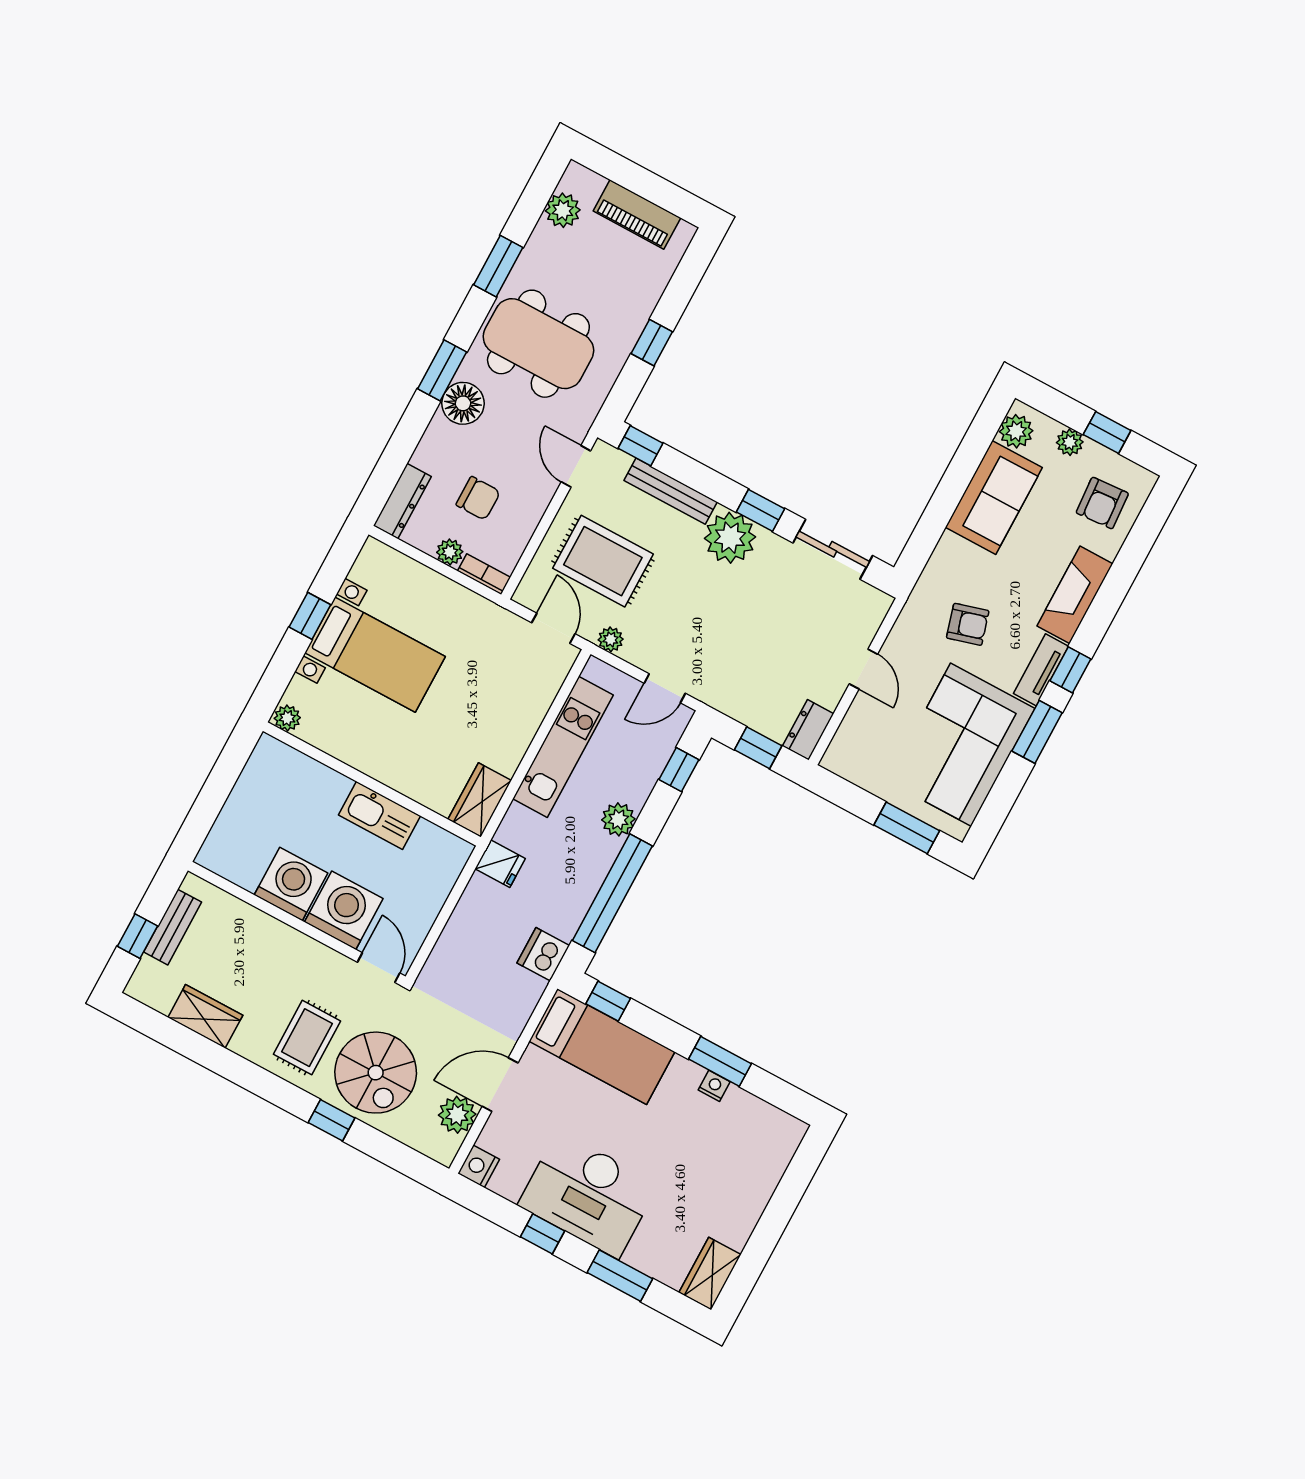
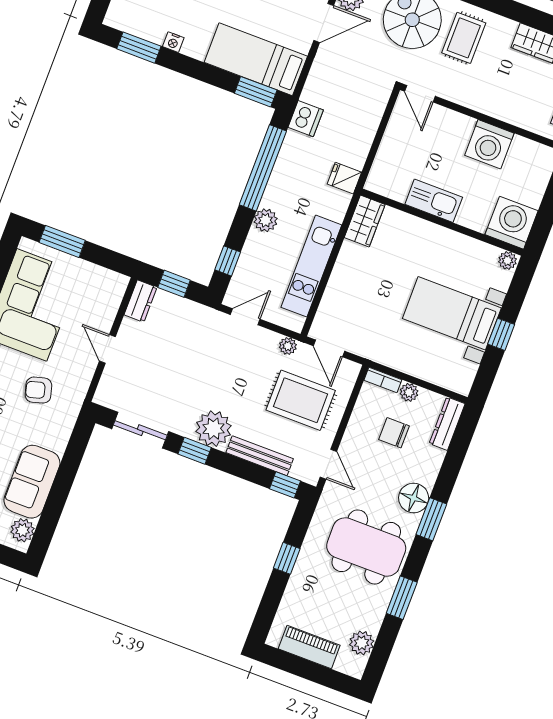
washing machine: (344, 910) -> (512, 223), moved, turned 180
window: (608, 1001) -> (256, 92), width x1.50
window: (720, 1061) -> (139, 48), moved

